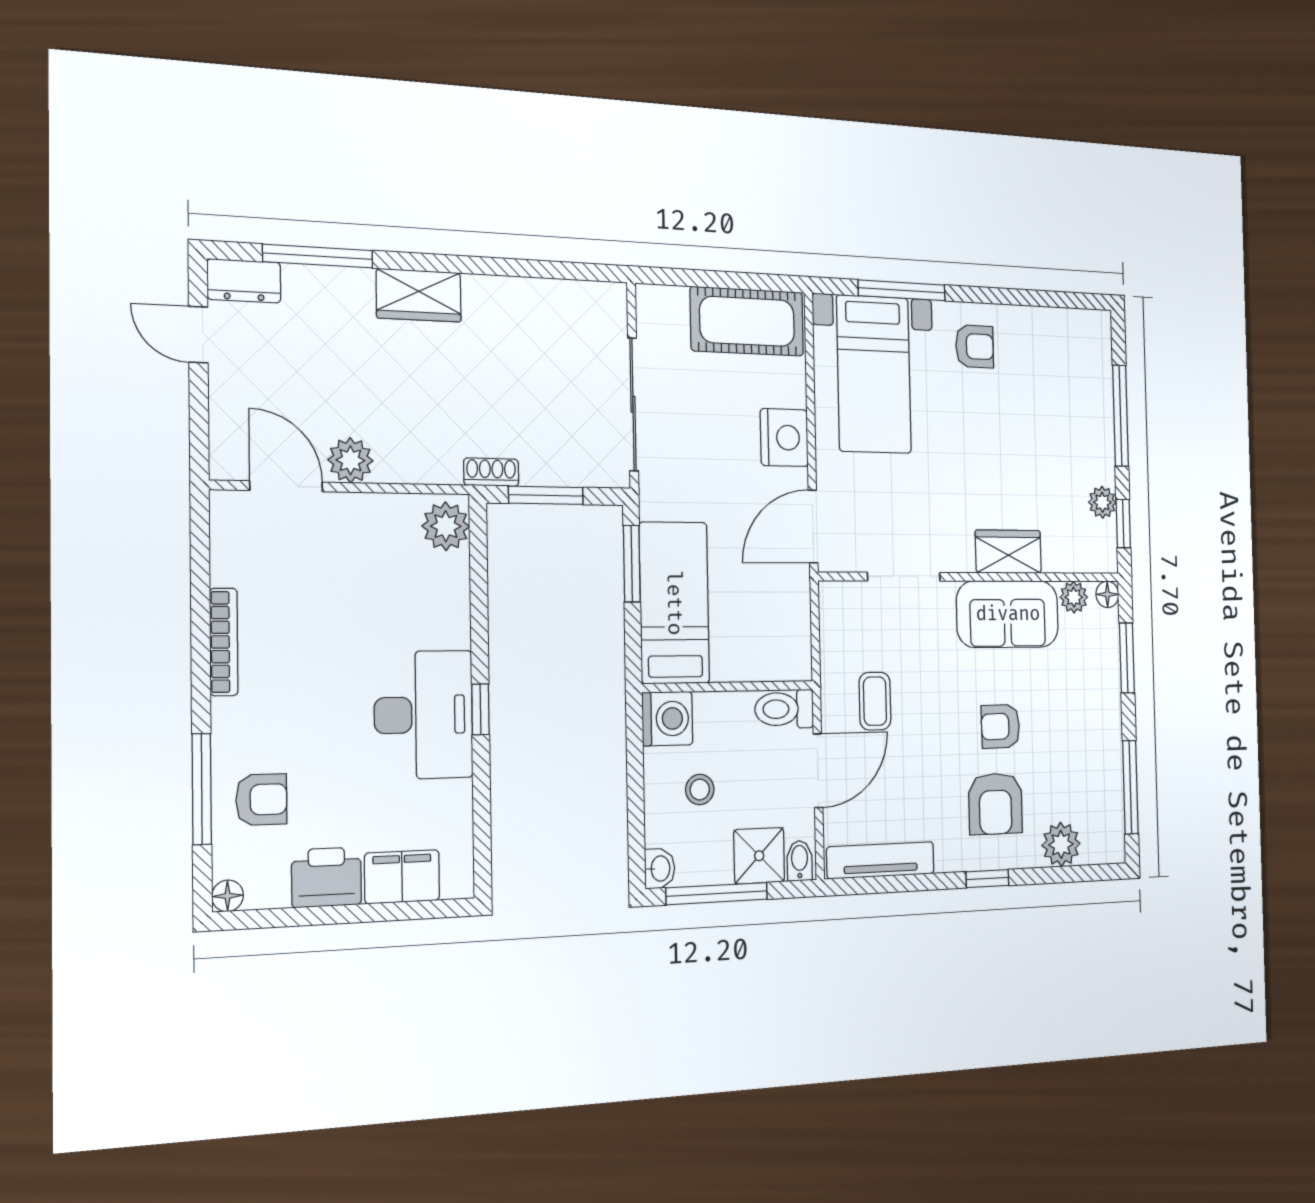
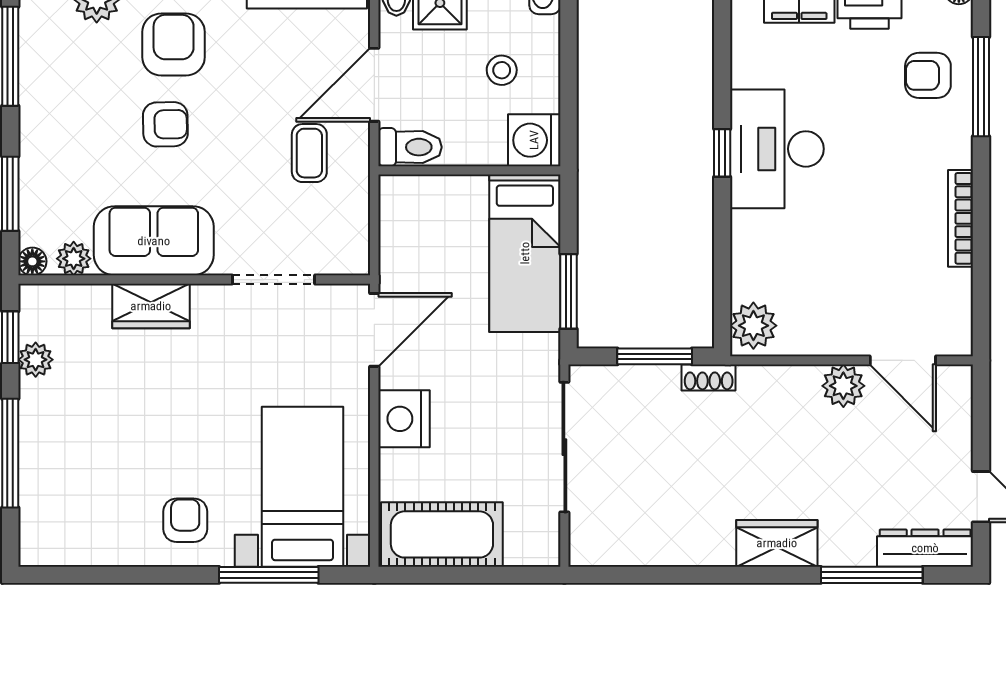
dresser: (244, 281) -> (925, 548), width x1.44
armchair: (975, 346) -> (185, 520), turned 90

